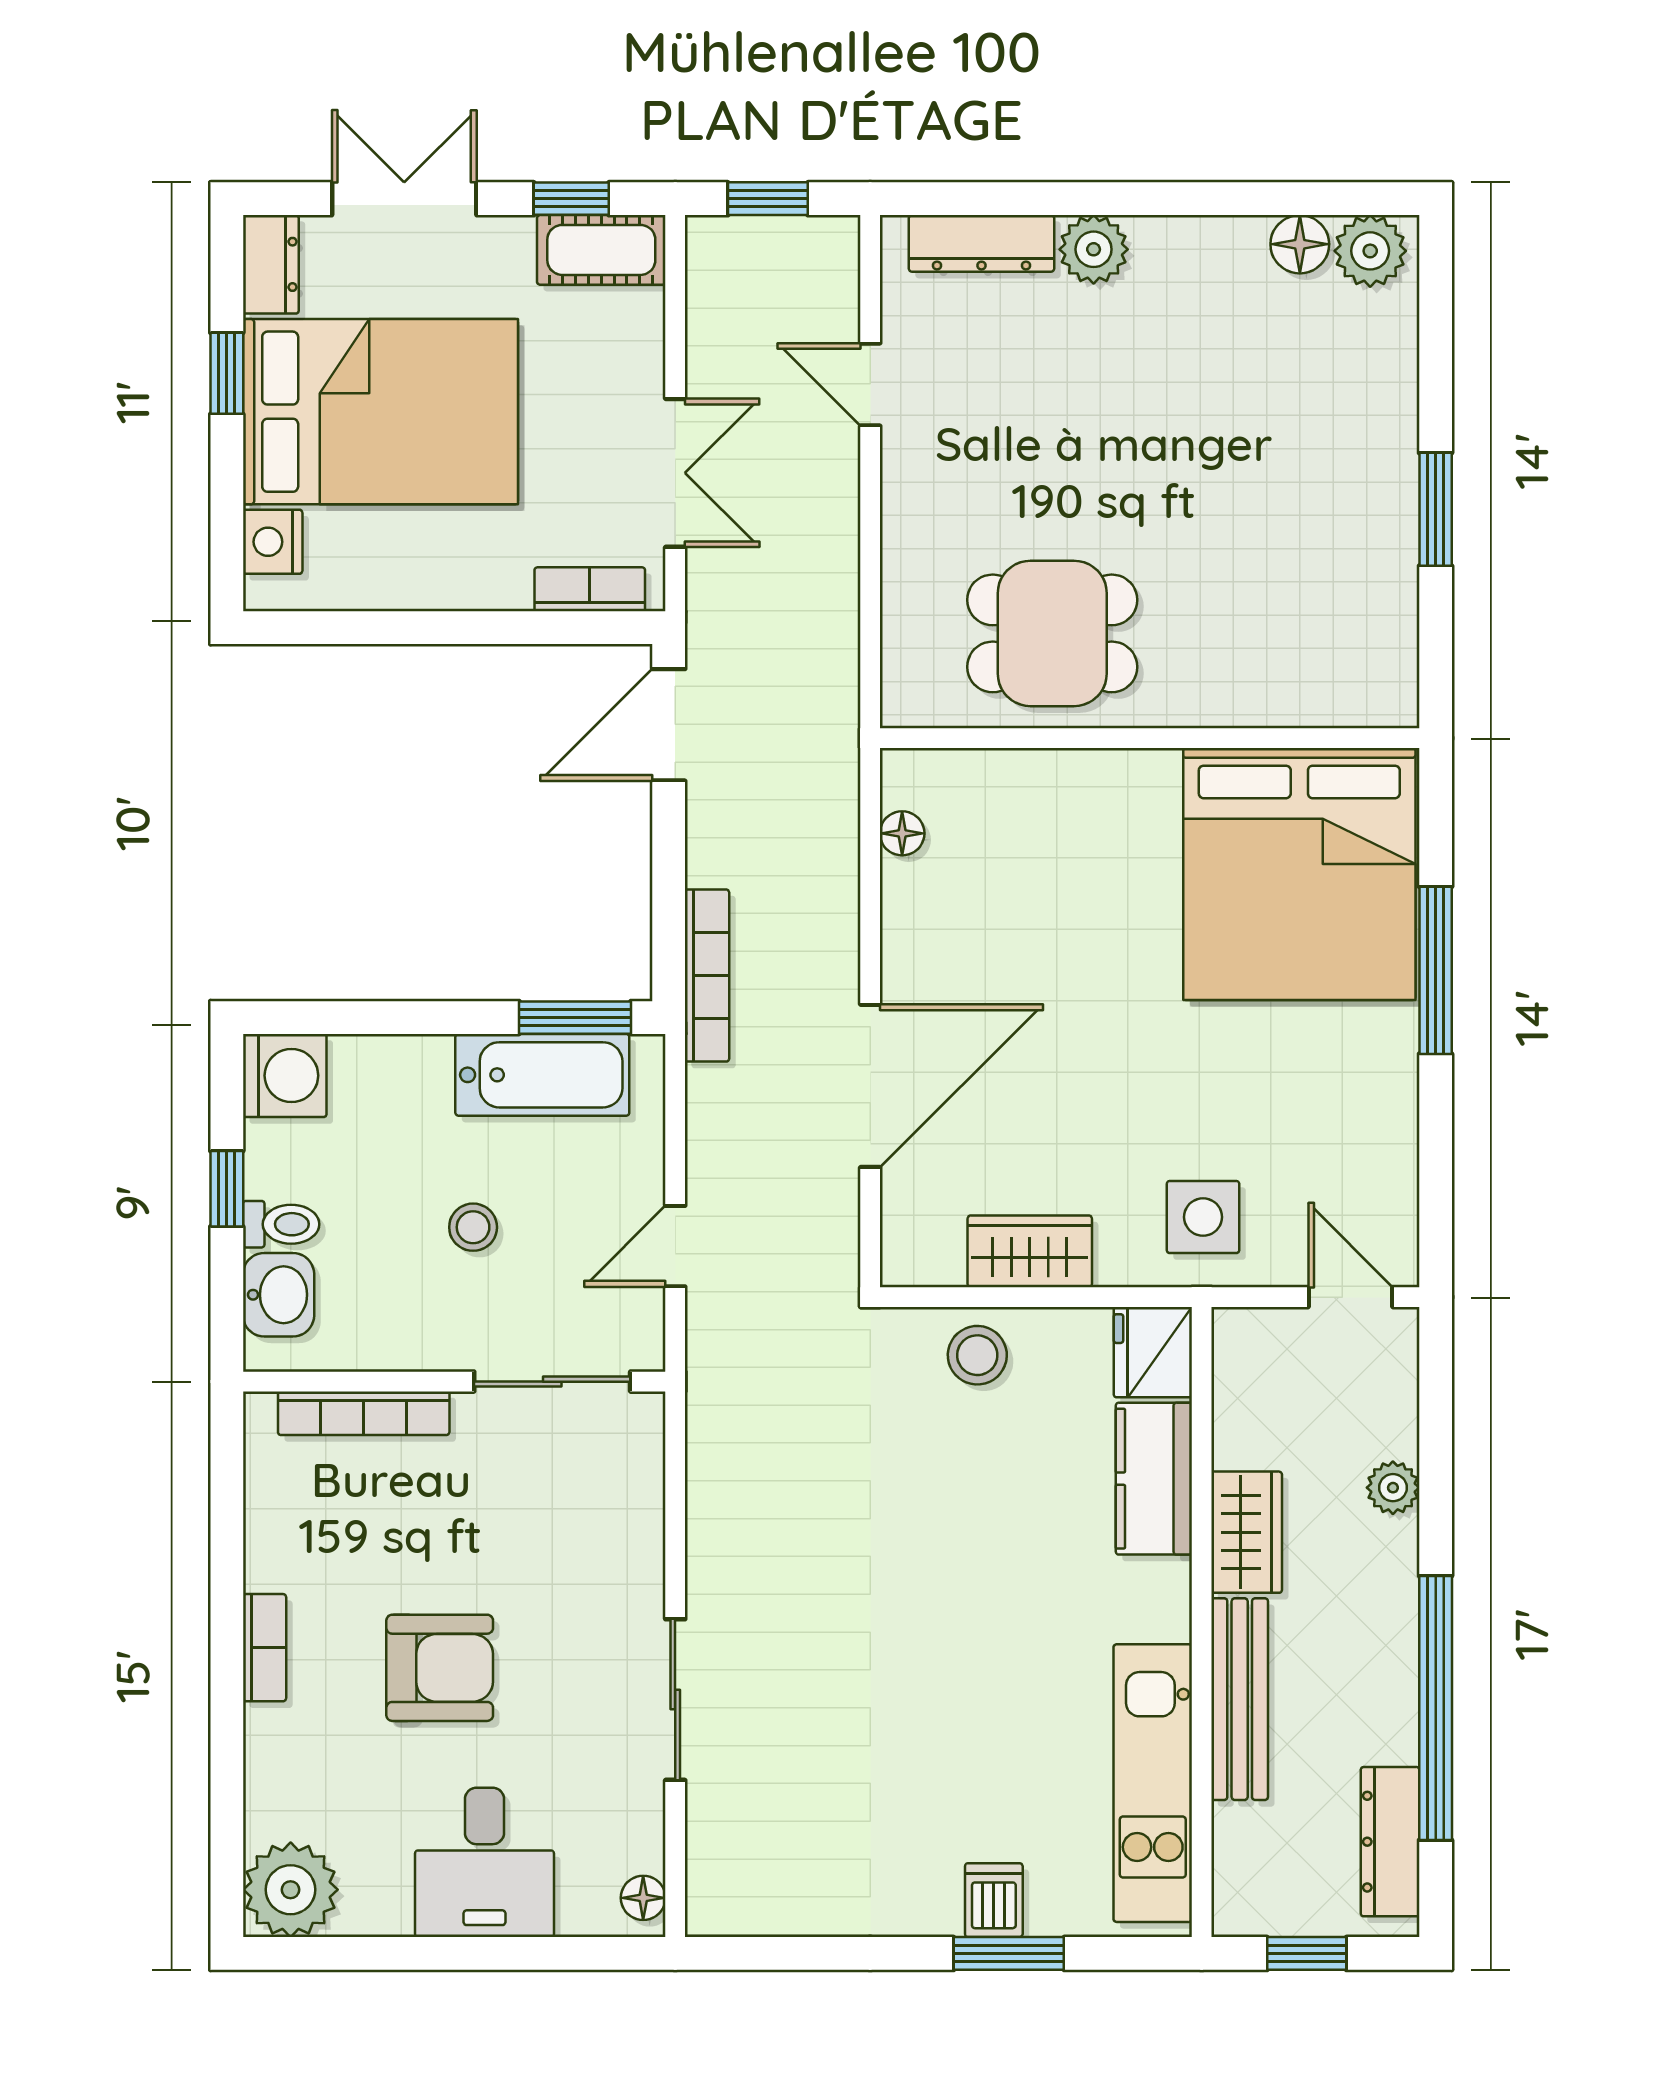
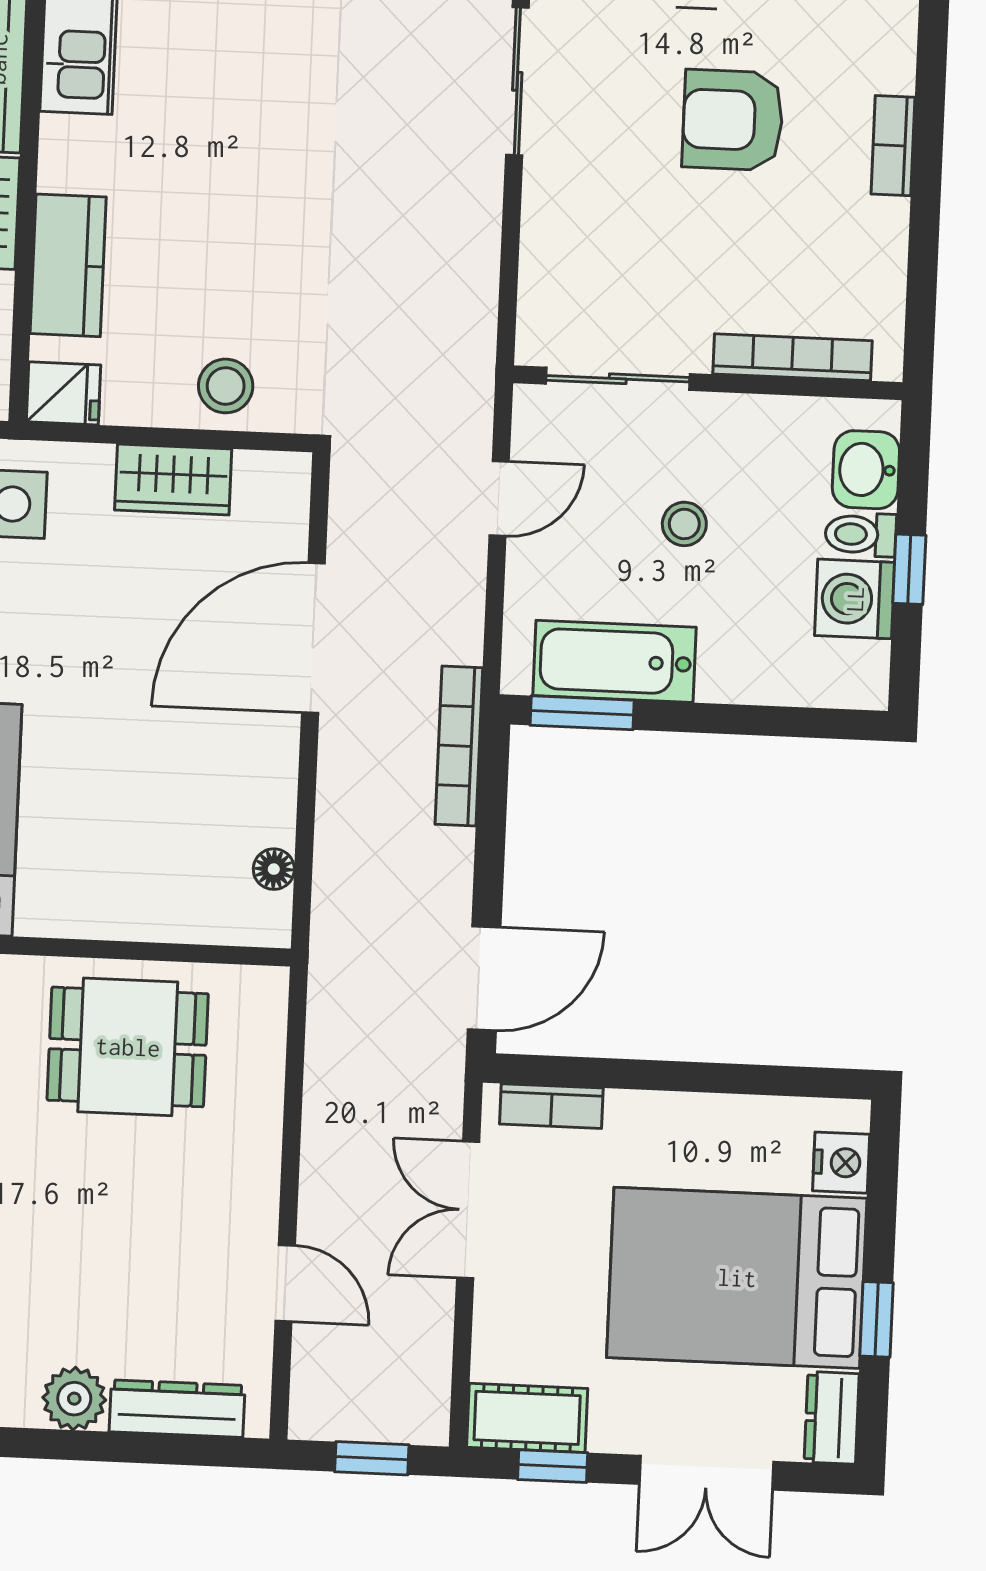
washing machine: (285, 1076) -> (855, 599), moved
fridge: (1153, 1352) -> (63, 393), width x0.72

